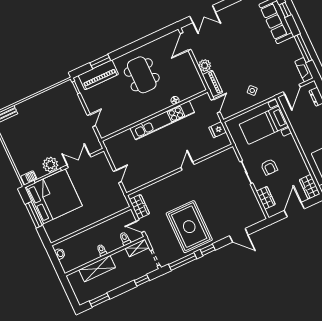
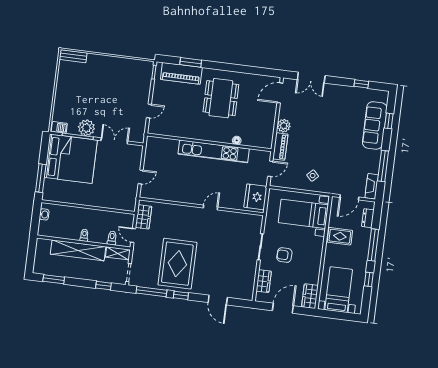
rug: (304, 125) -> (340, 236), added
fridge: (218, 130) -> (255, 197), width x1.88, depth x1.34
armchair: (269, 167) -> (284, 255), turned 91
window: (34, 215) -> (41, 178), moved
shelving: (97, 269) -> (78, 250), width x1.47

